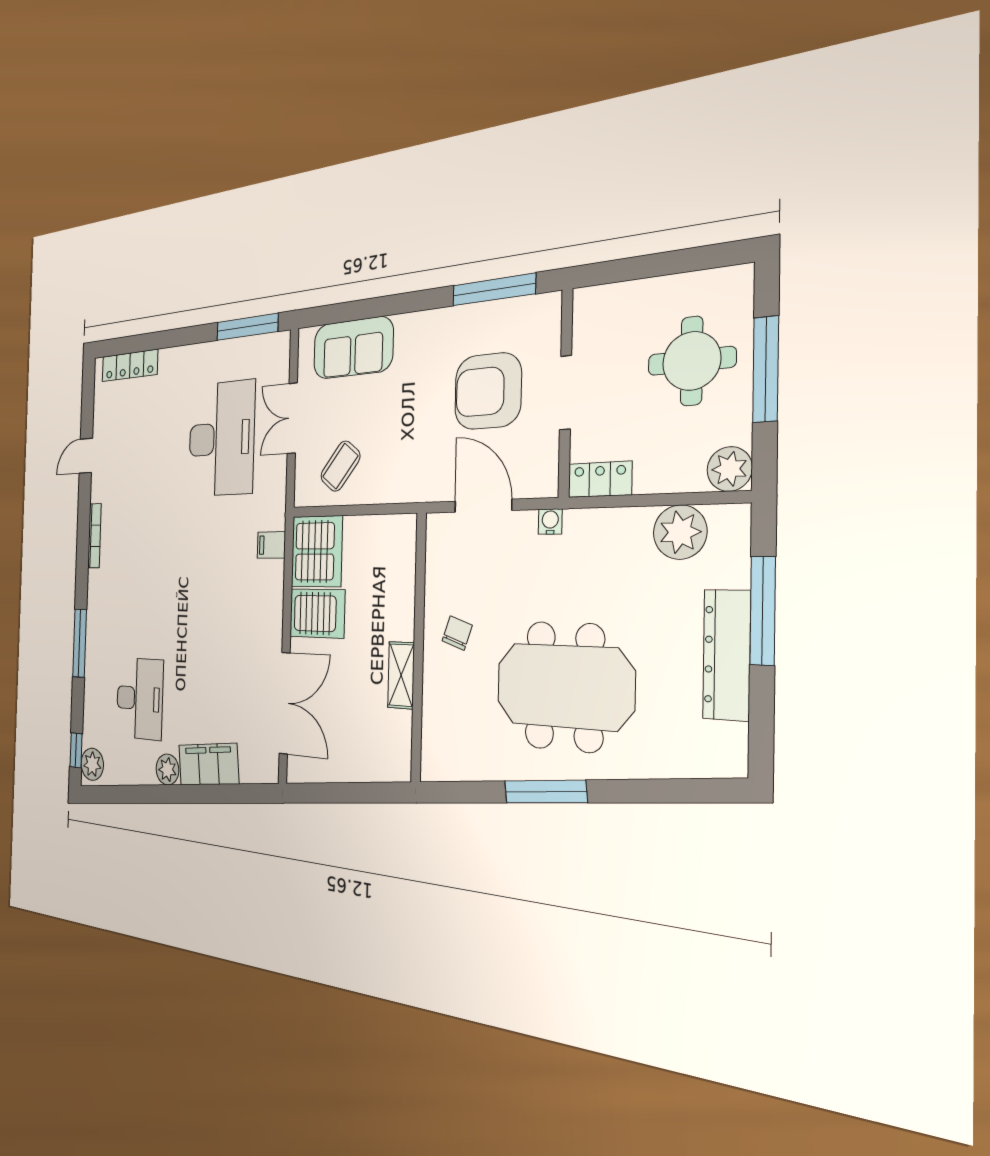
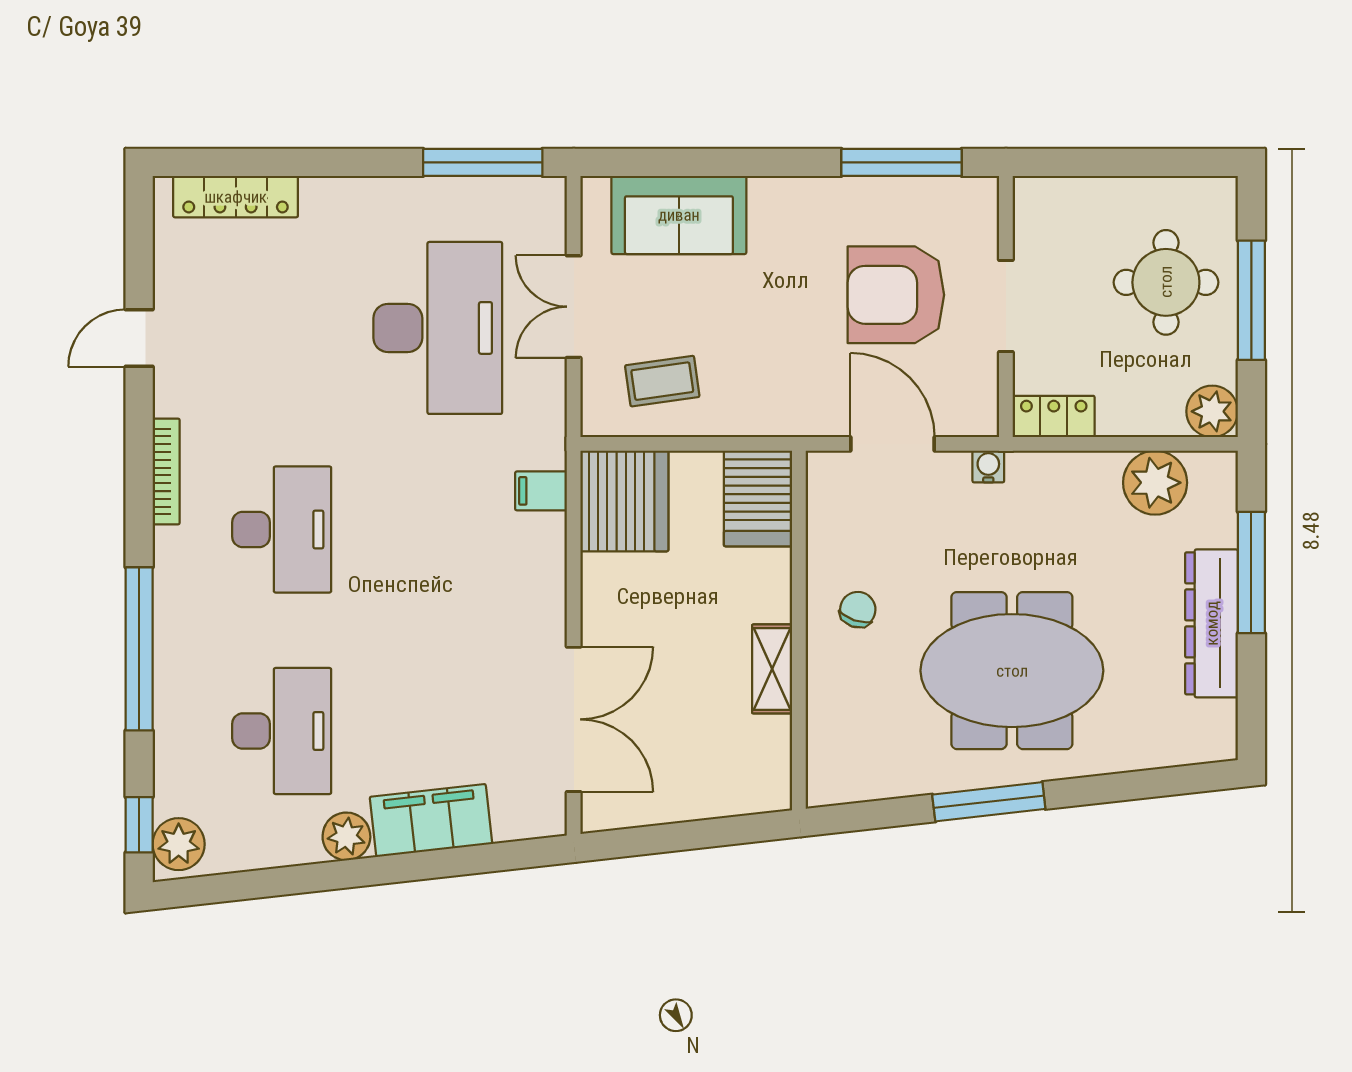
coffee table: (340, 466) -> (662, 381), turned 43
desk: (144, 571) -> (282, 529), added
server rack: (317, 613) -> (758, 498), moved, turned 90
window: (80, 643) -> (139, 649), width x1.46

